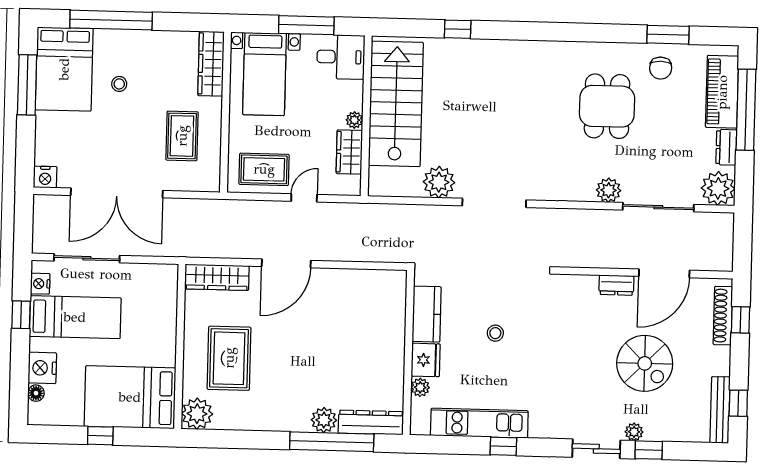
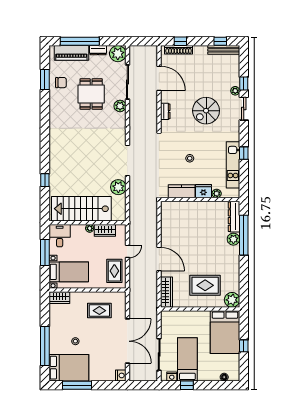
wardrobe: (211, 64) -> (59, 298), width x0.67
dining table: (607, 106) -> (91, 94), moved, turned 90
door: (304, 198) -> (127, 251), swing flipped
dresser: (616, 285) -> (165, 111), moved
spiral stairs: (645, 363) -> (206, 111), moved, turned 180
nightstand: (42, 368) -> (212, 374), removed

